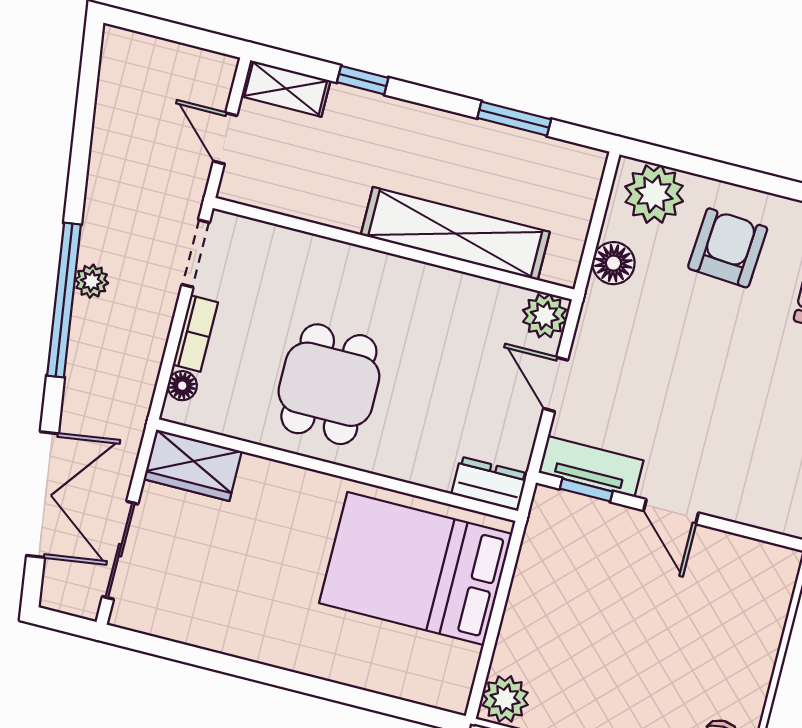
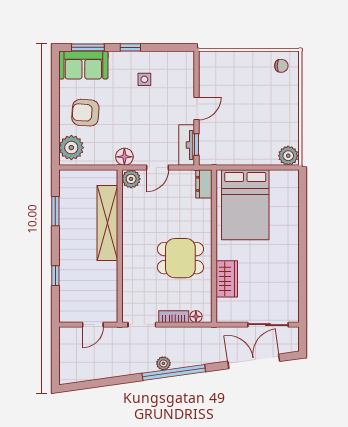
shelving: (286, 88) -> (67, 305), removed
floor lamp: (613, 263) -> (124, 157), moved
side table: (771, 407) -> (144, 79), added
wardrobe: (193, 465) -> (227, 279), moved

